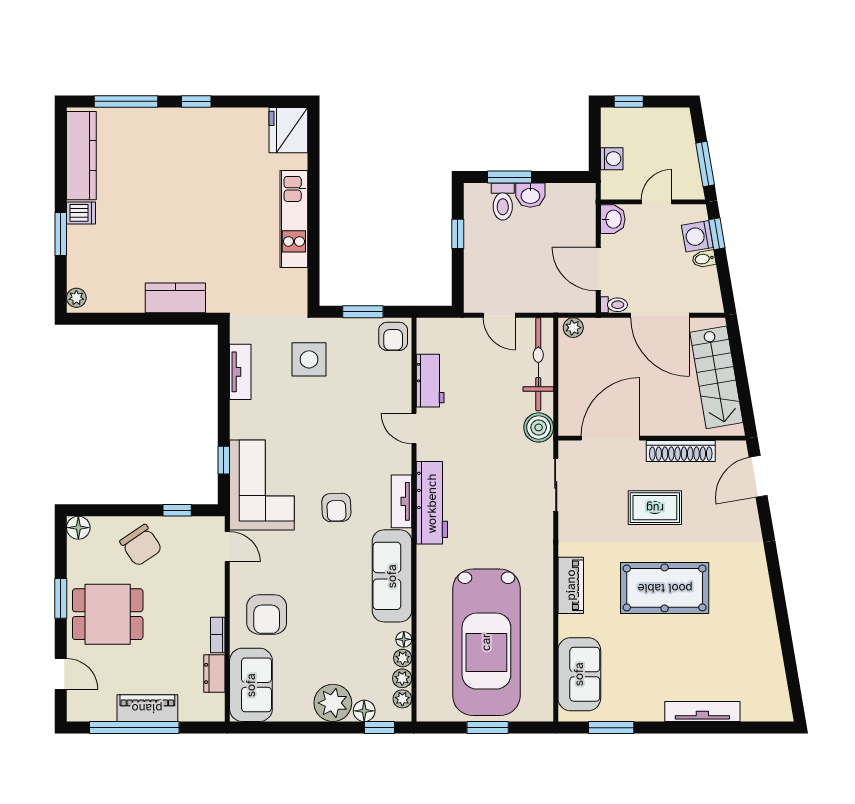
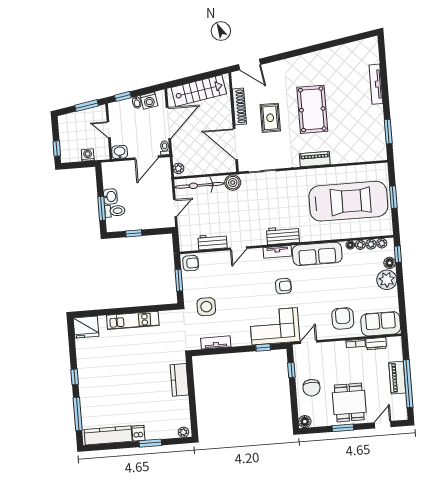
washing machine: (697, 236) -> (149, 101), moved
workbench: (432, 503) -> (283, 235), width x0.73
chair: (141, 545) -> (312, 388), turned 124
armchair: (267, 614) -> (343, 318), turned -90
sofa: (579, 674) -> (361, 151), removed

